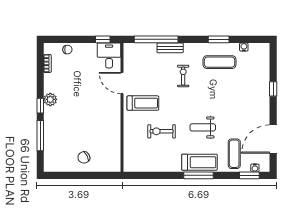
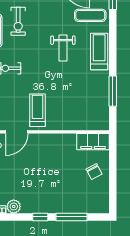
plant: (50, 99) -> (14, 206), moved
exercise bike: (162, 131) -> (18, 21), moved
filing cabinet: (113, 156) -> (93, 142), added
window: (198, 175) -> (113, 91), moved

